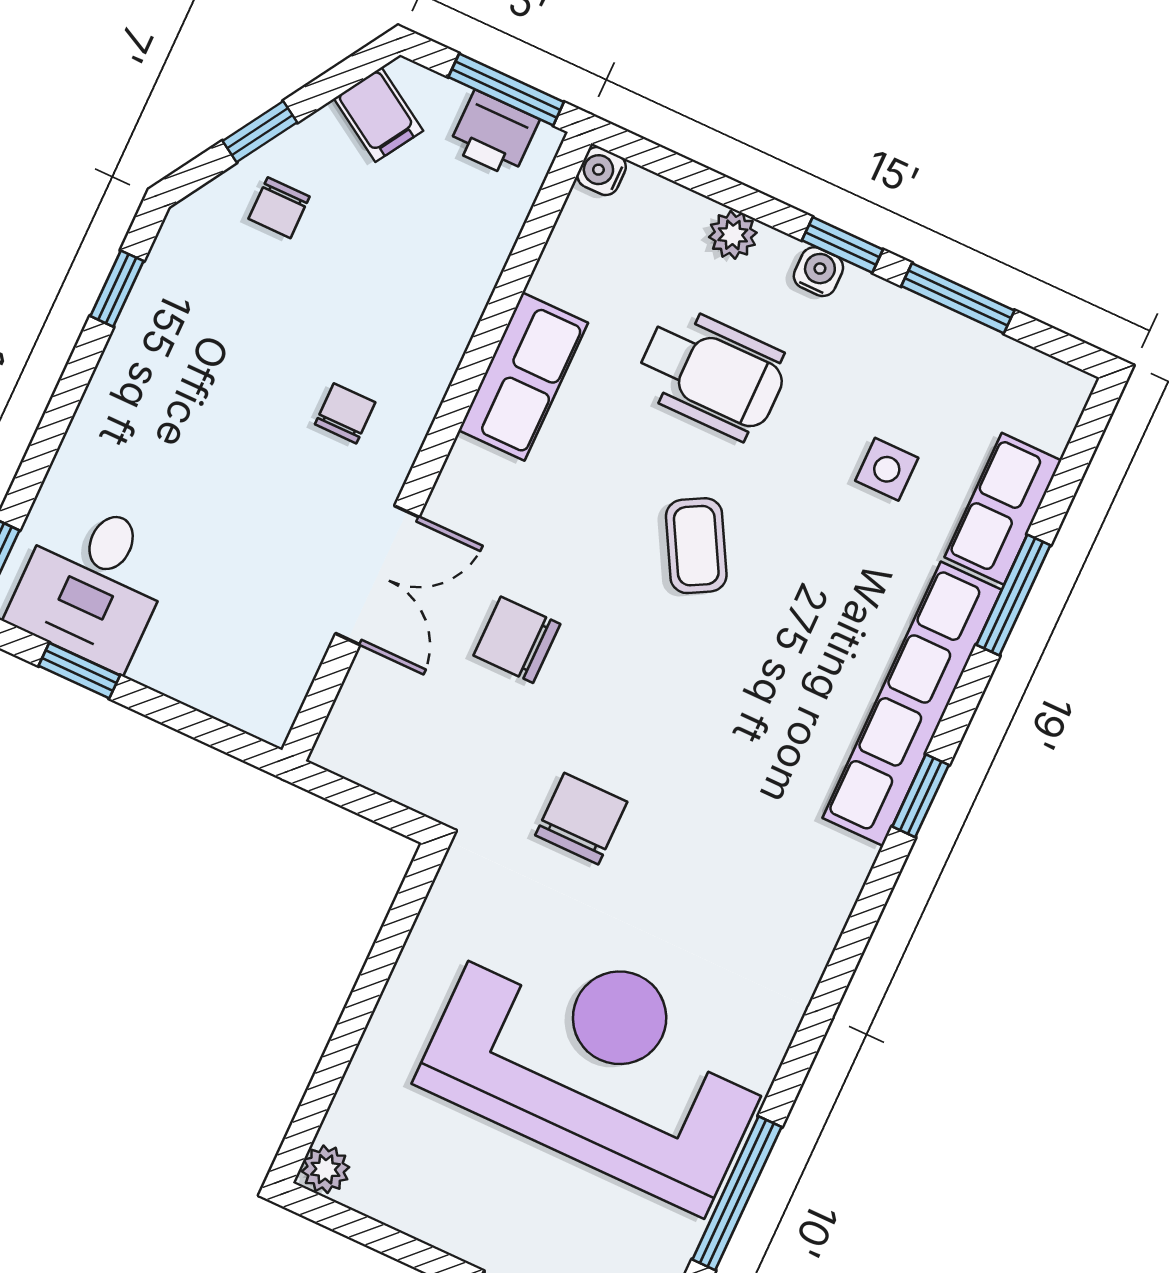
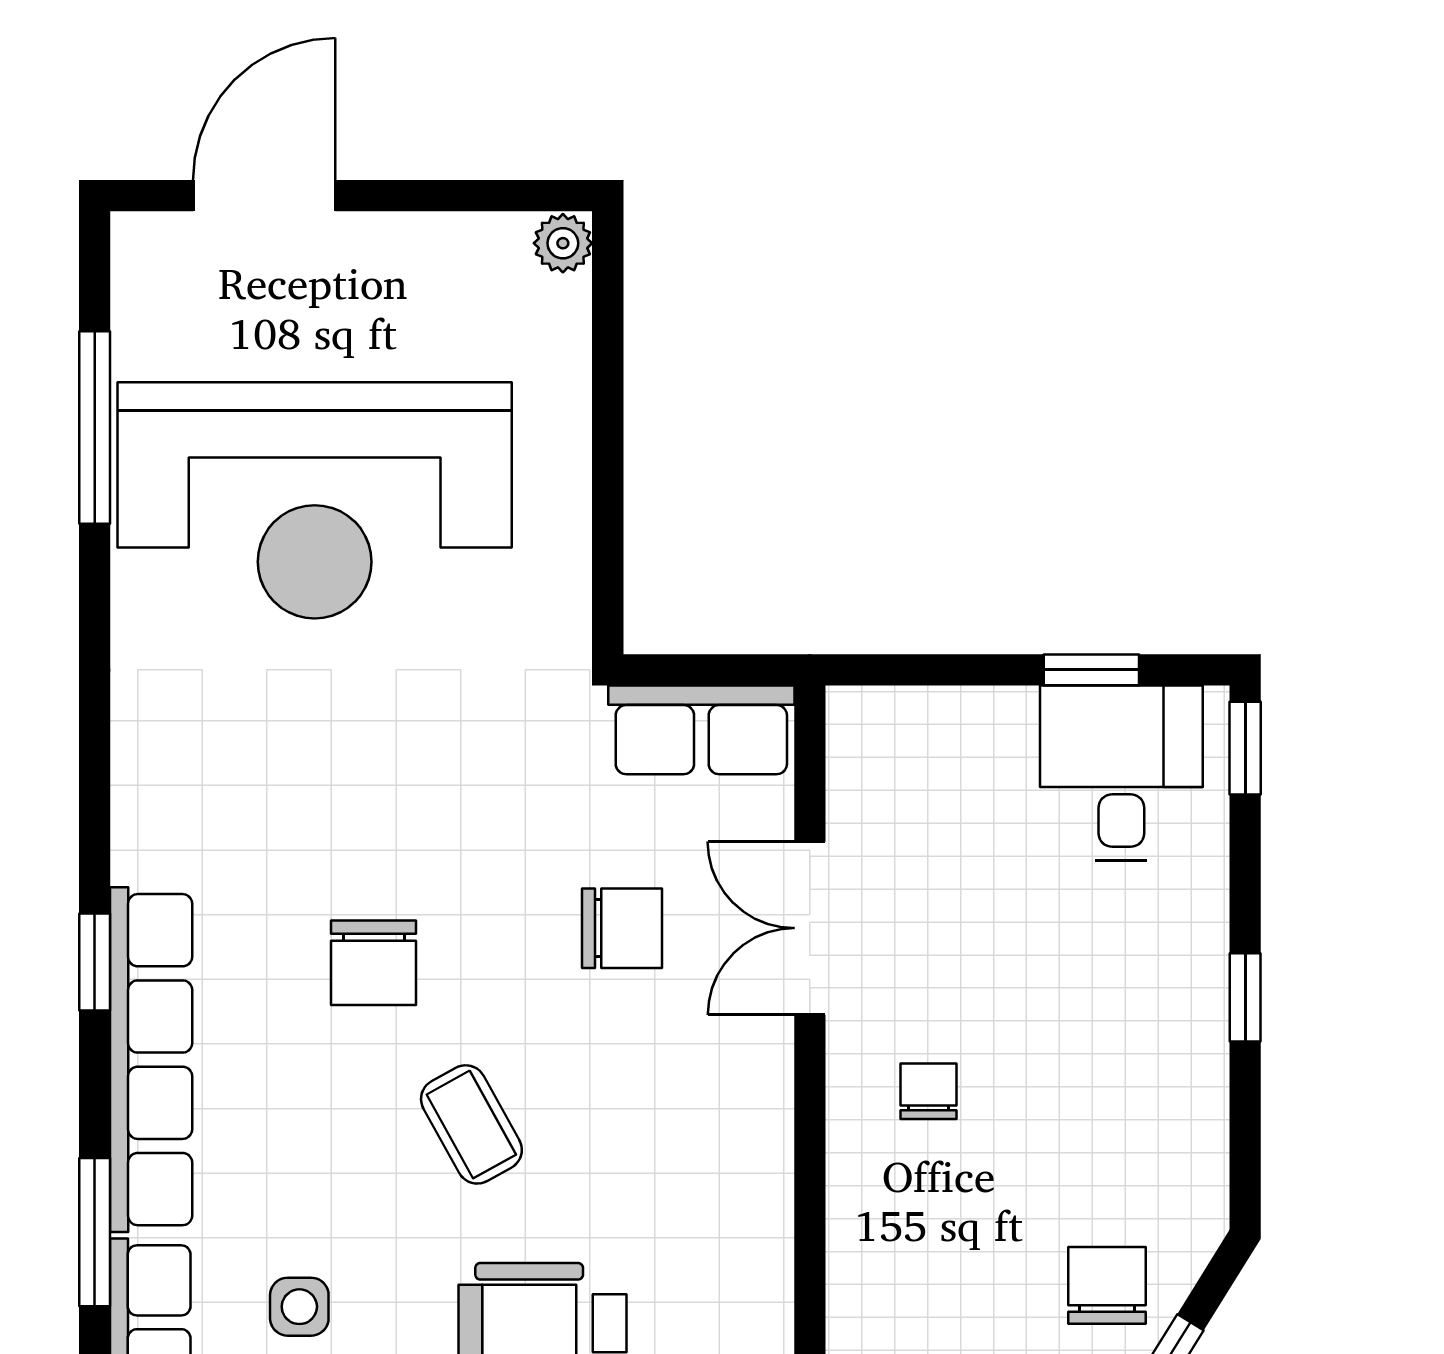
chair: (279, 208) -> (1107, 1285), width x1.37, depth x1.37
window: (117, 289) -> (1245, 997), moved
row of seats: (523, 376) -> (701, 730), moved, turned -90
chair: (345, 413) -> (928, 1091), turned 180
chair: (581, 819) -> (374, 963), moved

